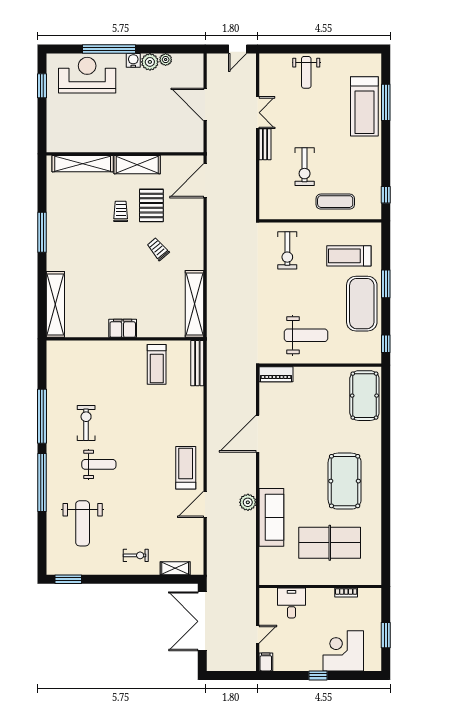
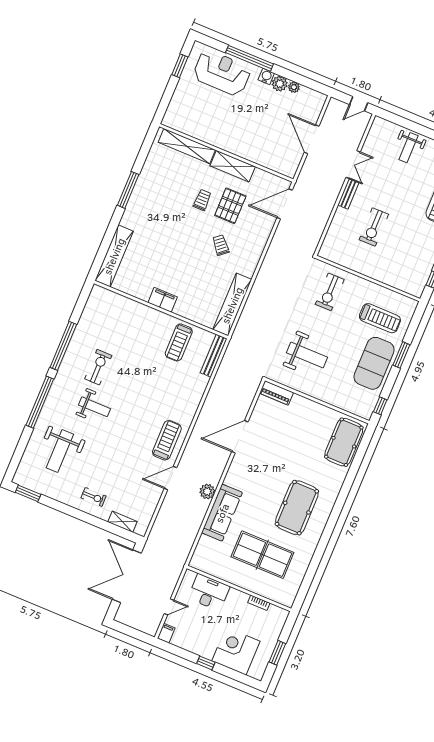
exercise mat: (335, 202) -> (388, 267), removed
treadmill: (349, 256) -> (380, 318), turned 180
weight bench: (306, 335) -> (307, 355), moved
desk: (292, 603) -> (209, 592), width x1.37

